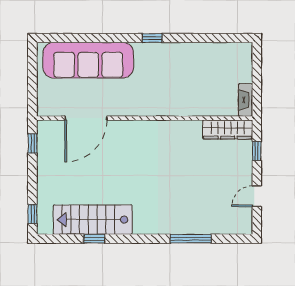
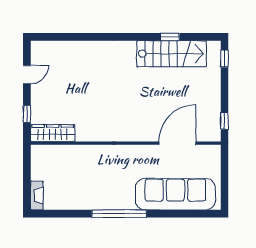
window: (152, 38) -> (119, 214), width x3.17
fireplace: (246, 100) -> (37, 195), moved
window: (191, 239) -> (85, 37), removed

